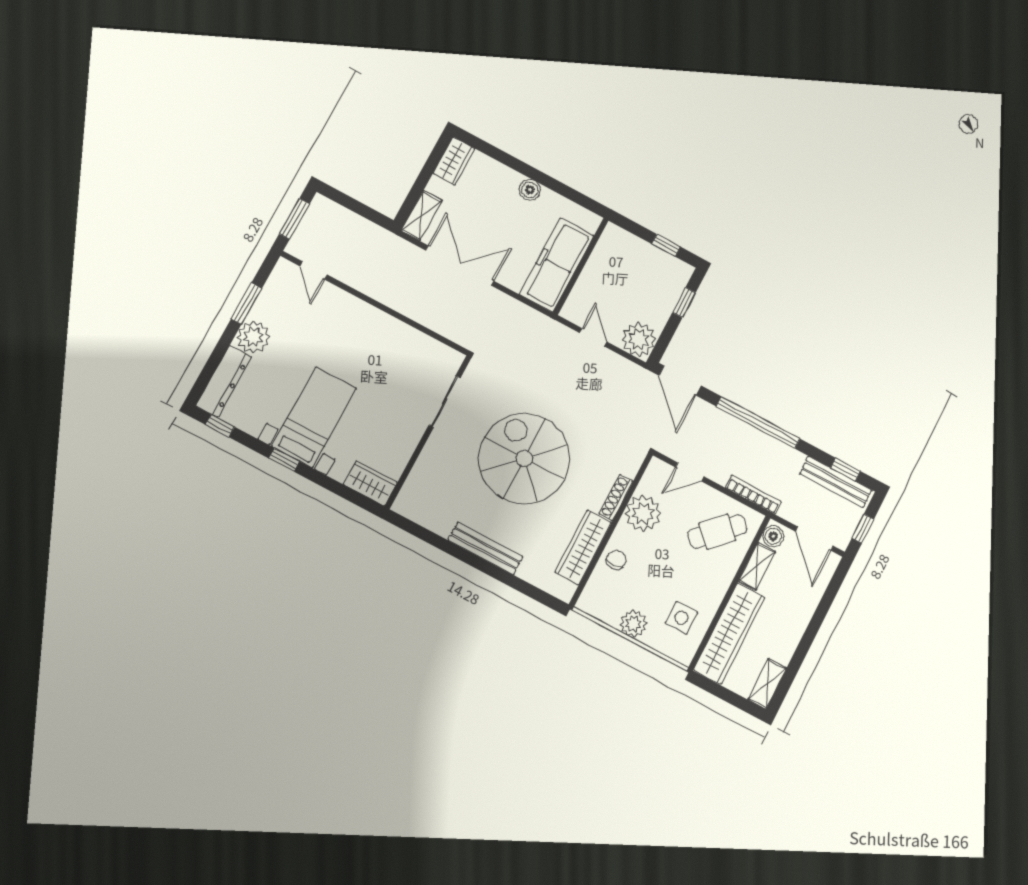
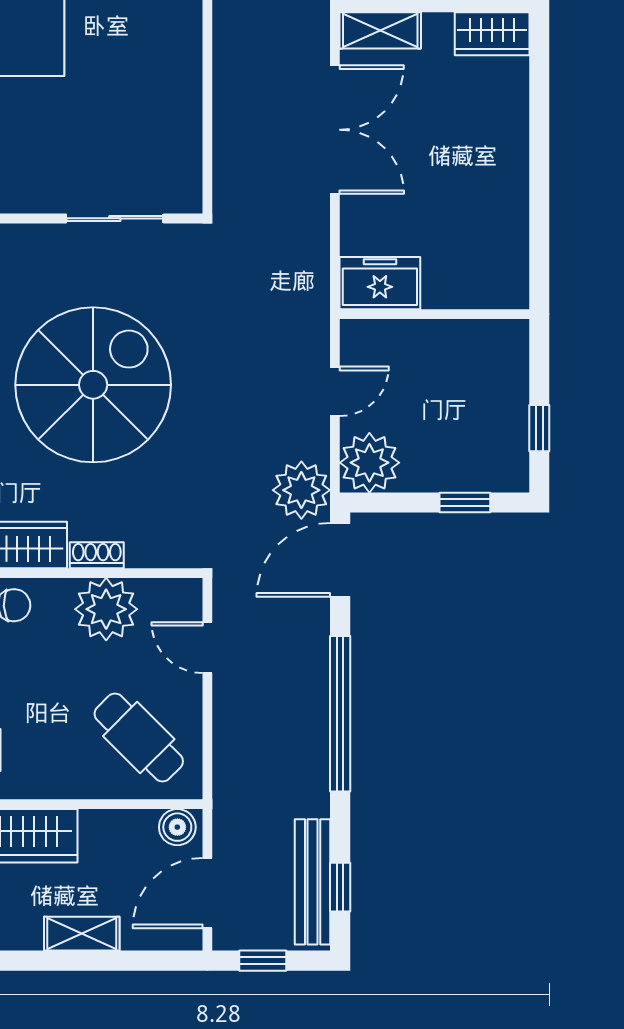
boiler: (530, 190) -> (511, 173), removed
freezer: (557, 265) -> (380, 283), width x0.52, depth x0.79
plant: (634, 381) -> (301, 490), added
bookcase: (753, 495) -> (225, 764), removed
shoe rack: (616, 497) -> (97, 555), width x0.70
shelving: (757, 566) -> (82, 934), moved

